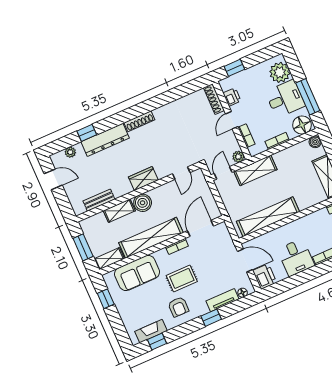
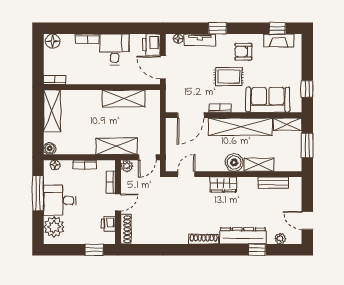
floor lamp: (302, 125) -> (55, 165), width x0.53, depth x0.53
shelving: (268, 217) -> (124, 98), width x0.68
armchair: (178, 307) -> (243, 52), turned -90

